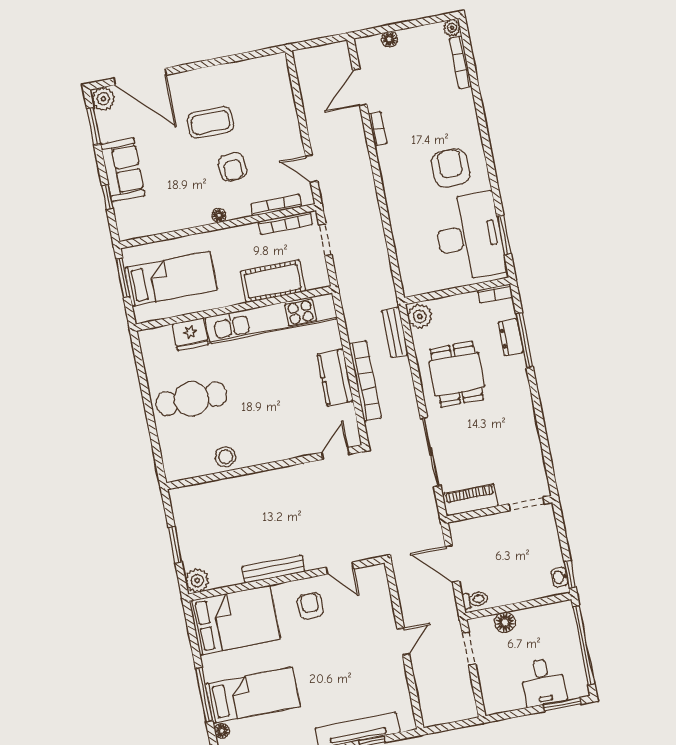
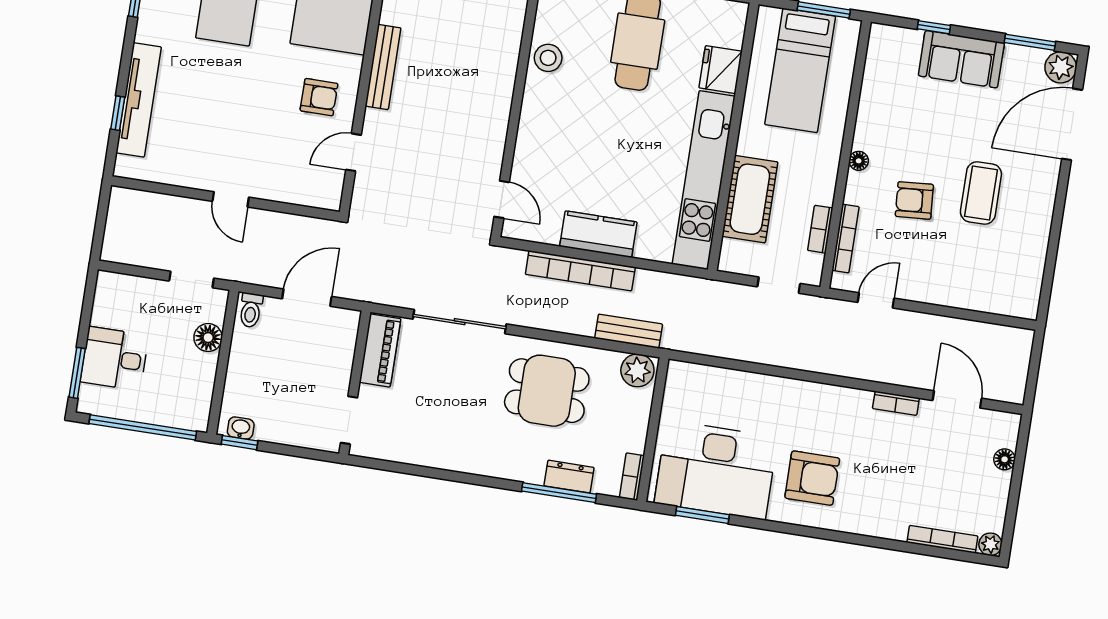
bookcase: (285, 223) -> (820, 229), width x0.64

